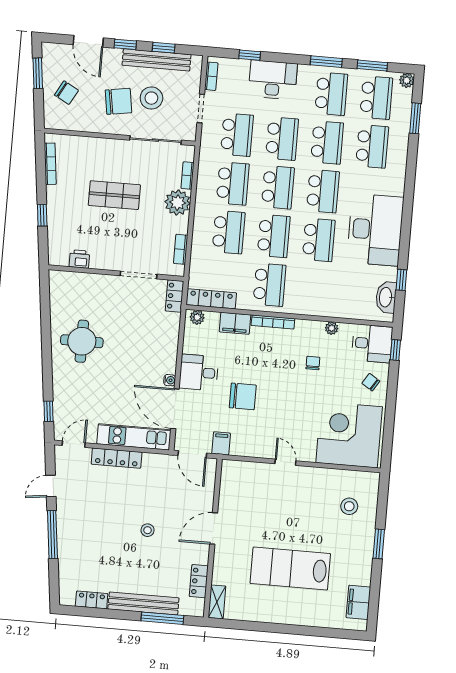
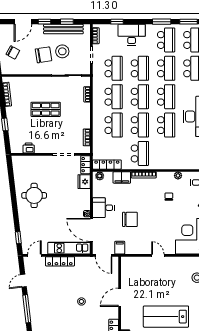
door: (88, 41) -> (23, 22), hinge flipped
plant: (178, 203) -> (83, 110), removed
fridge: (170, 325) -> (84, 182), added

